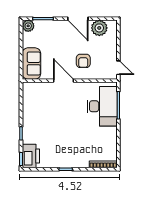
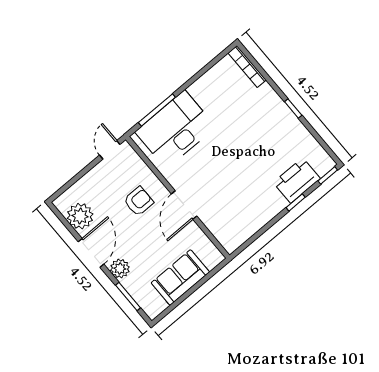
plant: (28, 26) -> (120, 269), moved
sofa: (31, 64) -> (180, 277), moved
printer: (31, 156) -> (297, 180), moved

